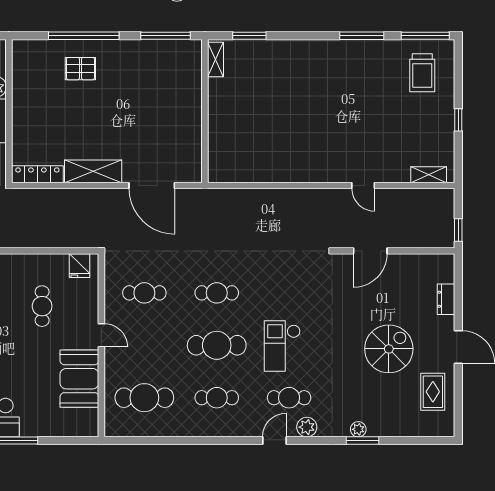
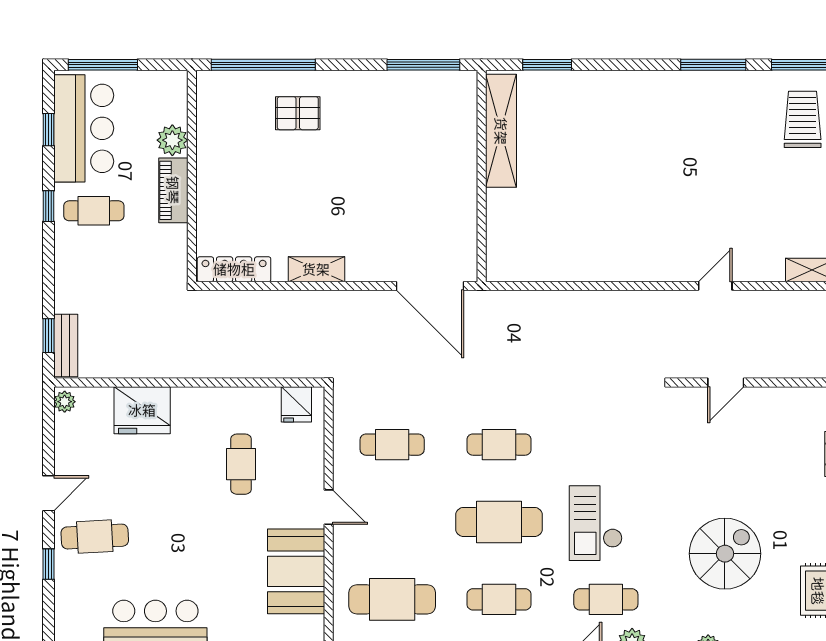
window: (84, 36) -> (263, 65), moved
shelving: (215, 60) -> (501, 131), width x2.20, depth x1.33
trolley: (422, 73) -> (803, 119), turned 180
shelving: (93, 171) -> (316, 269), width x0.67, depth x0.75
door: (152, 185) -> (430, 286), moved
door: (363, 185) -> (715, 286), swing flipped
door: (370, 251) -> (726, 383), width x0.73
spiral stairs: (389, 349) -> (725, 554), moved

